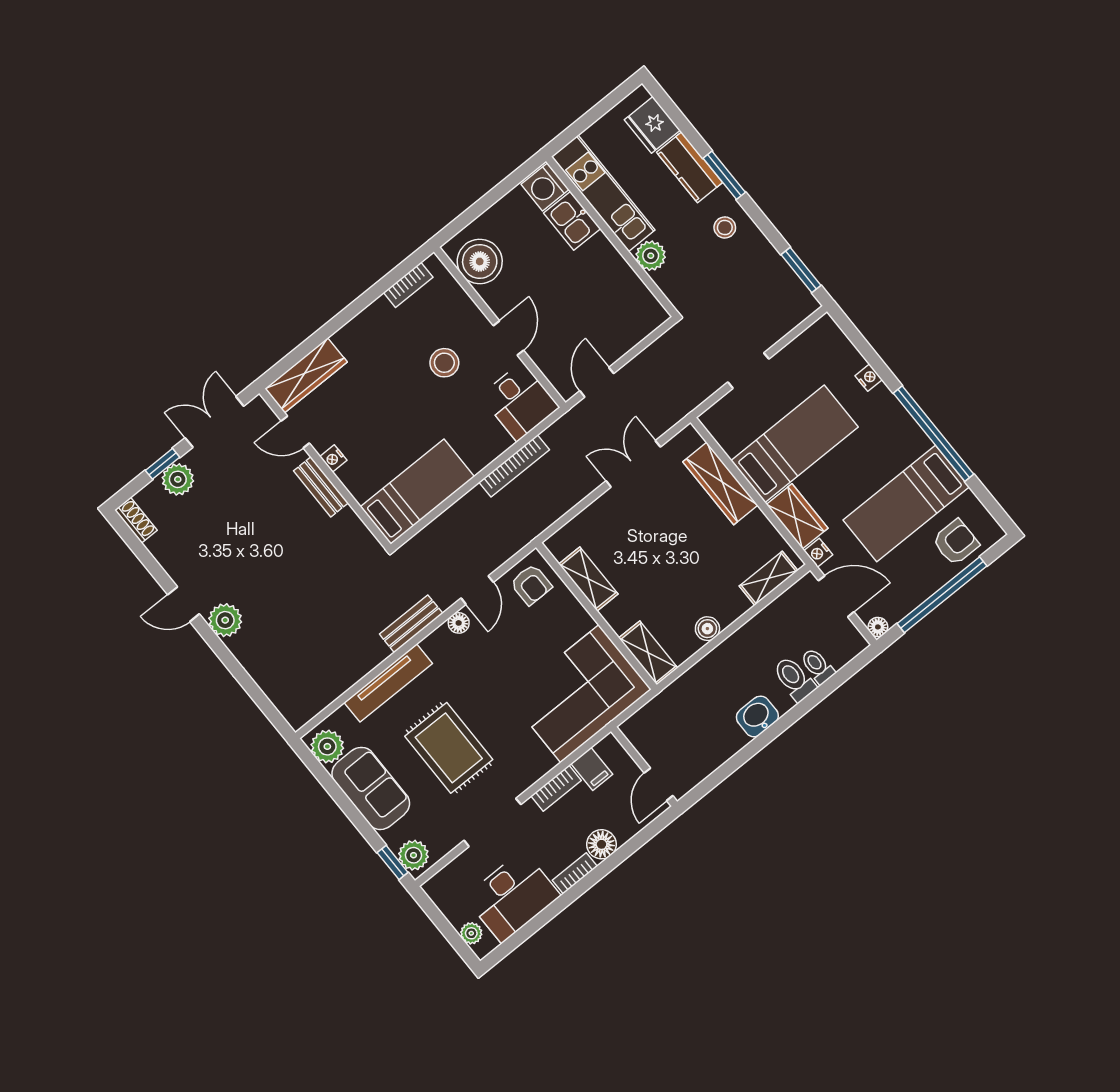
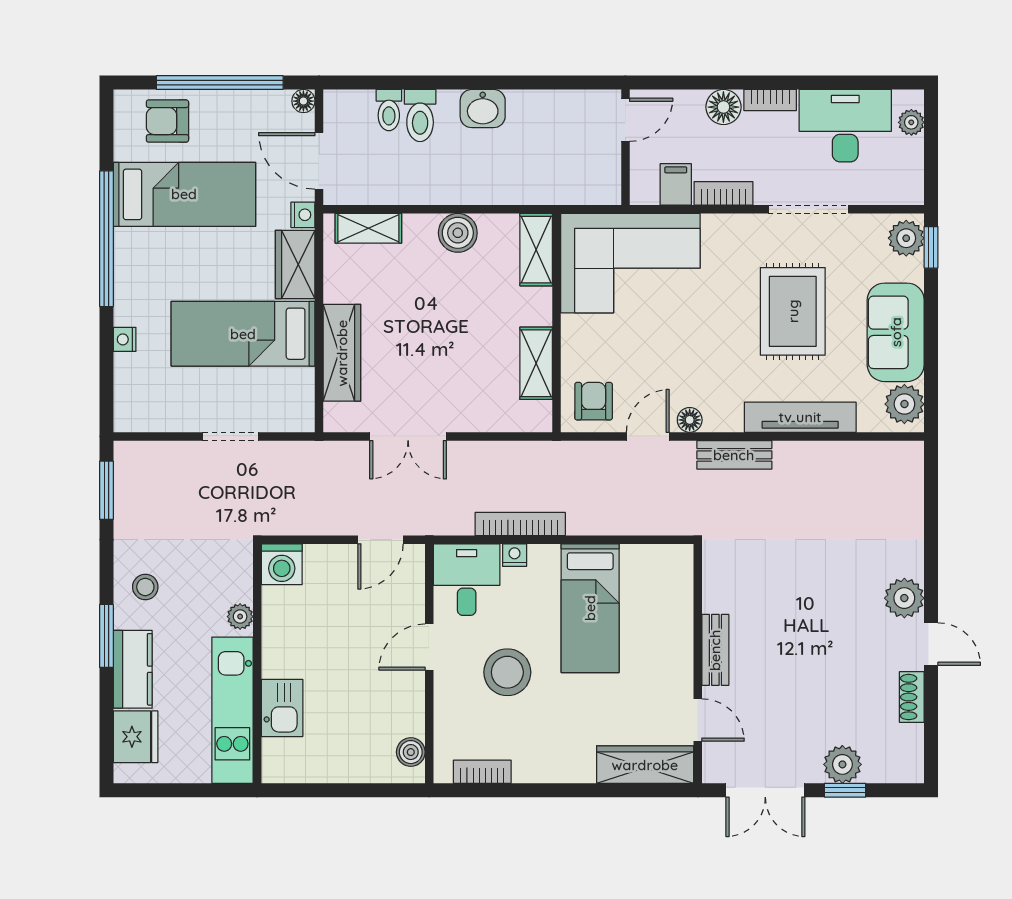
washing machine: (545, 187) -> (282, 564), moved, turned 90
plant: (651, 256) -> (240, 617), width x0.73, depth x0.73
boiler: (480, 261) -> (411, 752), width x0.54, depth x0.54
stool: (444, 363) -> (507, 672), width x1.38, depth x1.38
nightstand: (333, 458) -> (515, 555), moved, turned -90
bed: (417, 492) -> (590, 608), moved, turned -90
shoe rack: (136, 520) -> (912, 697), moved
boiler: (707, 629) -> (458, 233), width x1.36, depth x1.36

